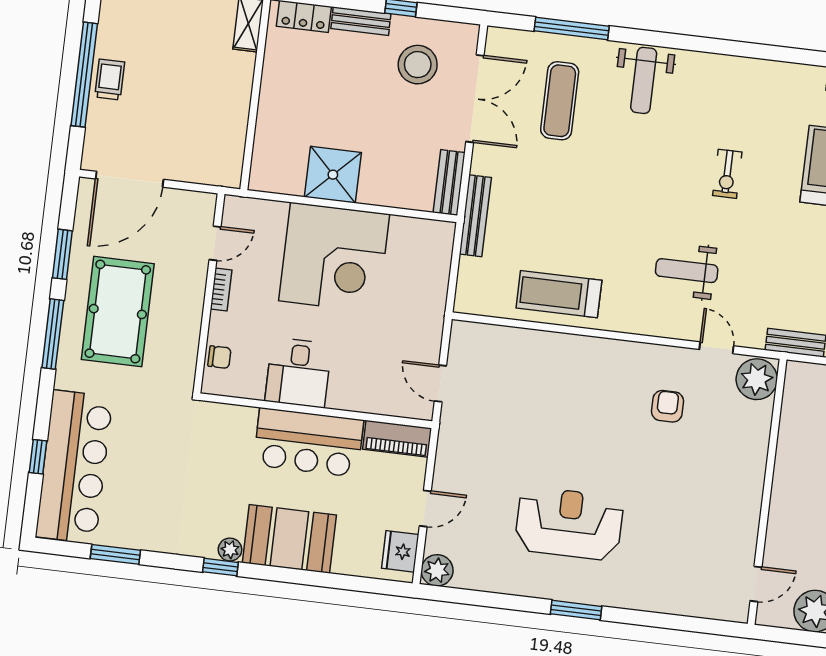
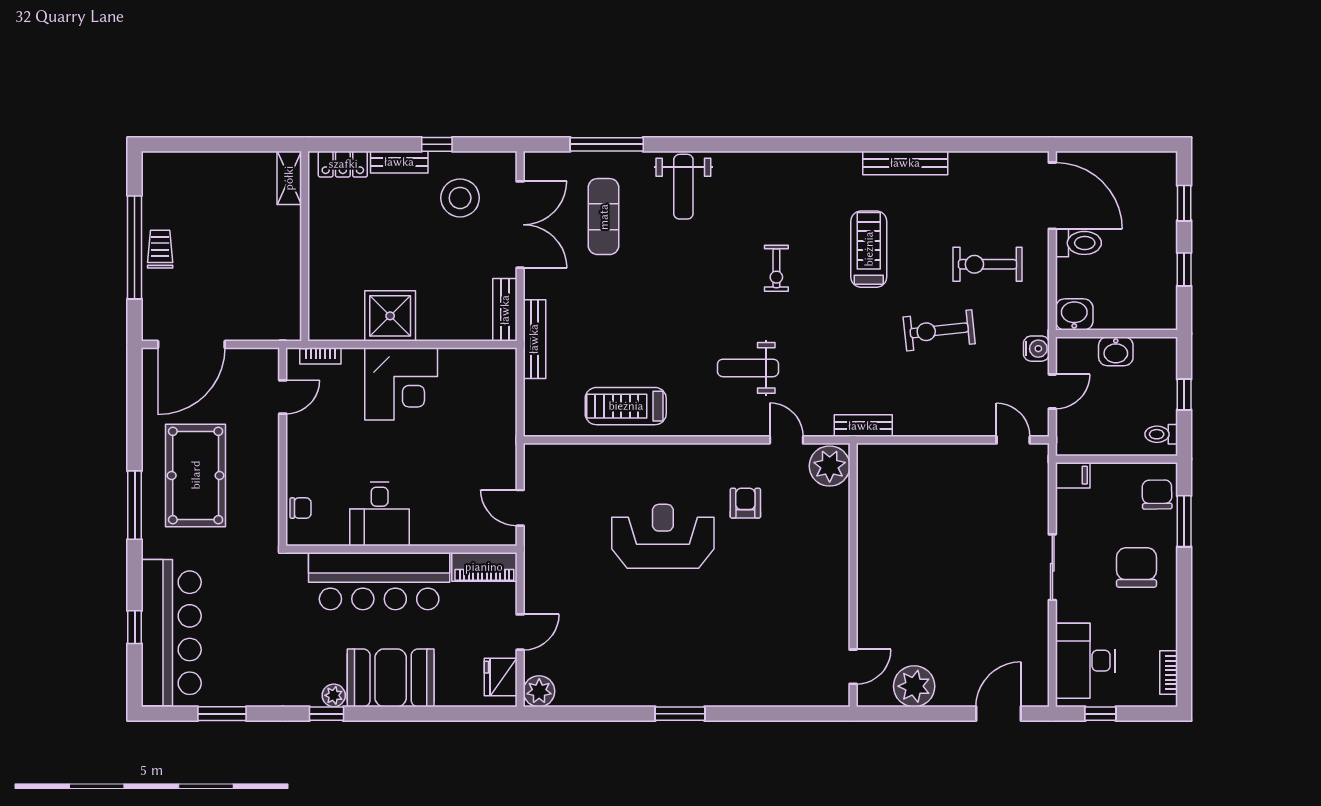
window: (62, 254) -> (135, 426), removed
corner desk: (334, 258) -> (401, 384), width x0.74, depth x0.74
bookcase: (221, 290) -> (320, 356), moved, turned 90
bar counter: (308, 442) -> (379, 581), width x1.36
reception desk: (569, 523) -> (663, 536), moved

